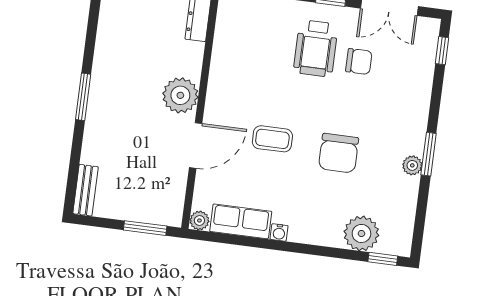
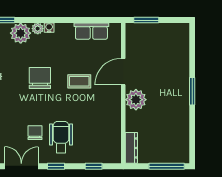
chair: (359, 61) -> (35, 133), turned 90
bench: (86, 190) -> (184, 37), removed
plant: (199, 220) -> (38, 29), moved
water cooler: (279, 232) -> (49, 28), moved

